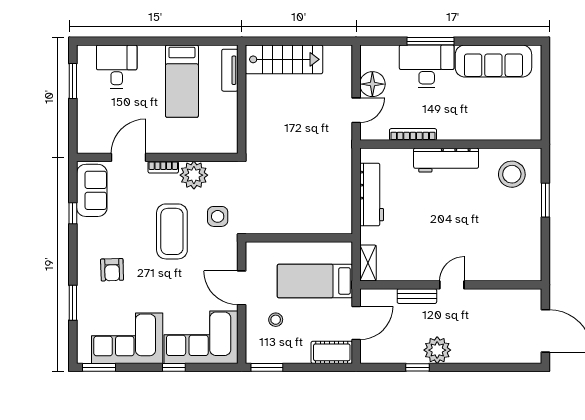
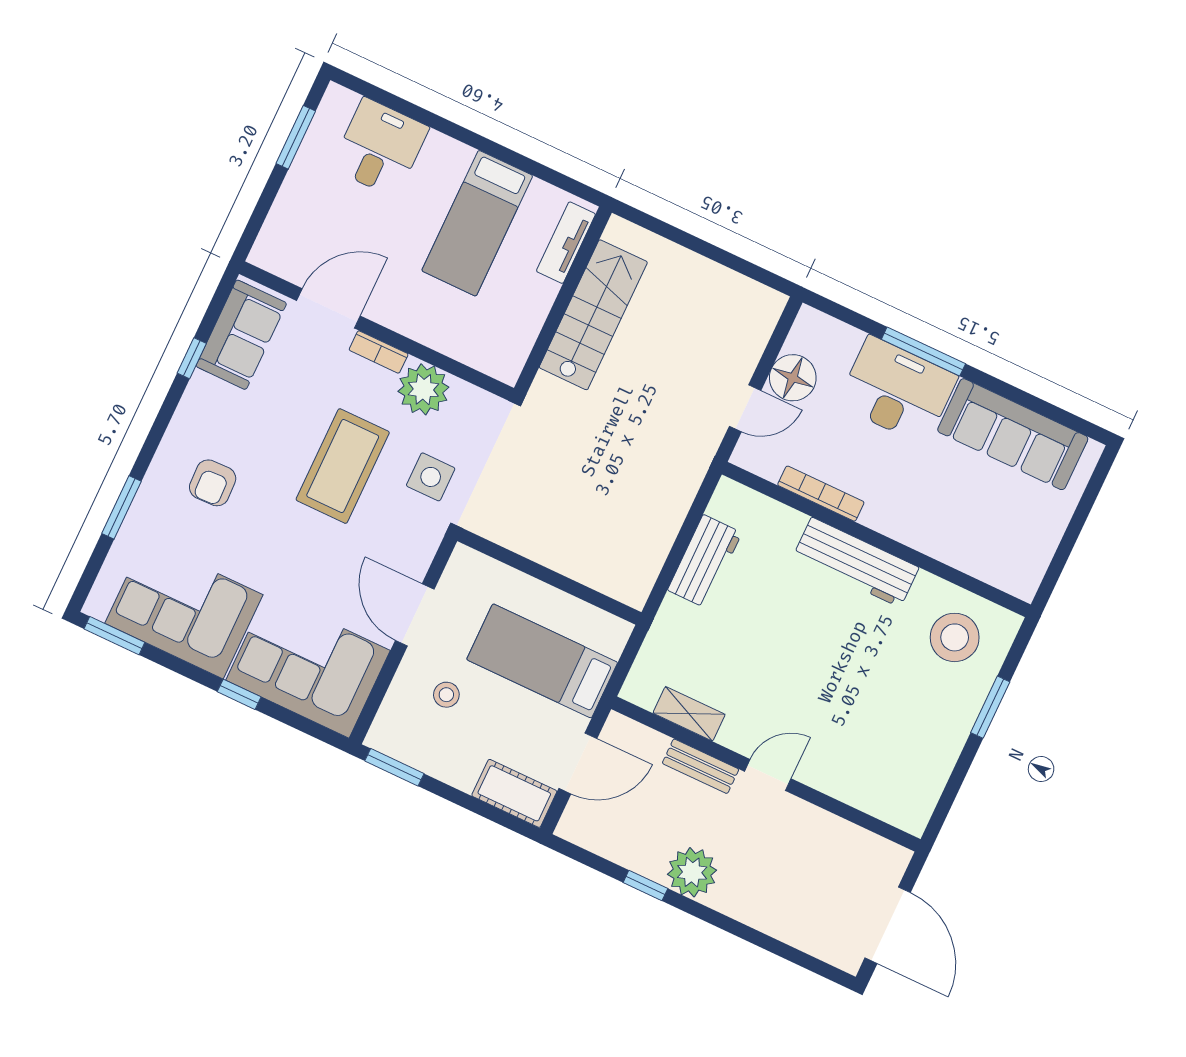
stairs: (284, 59) -> (593, 315), moved, turned -90
workbench: (372, 195) -> (705, 561), width x0.73
shelving: (368, 263) -> (689, 714), moved, turned 90

